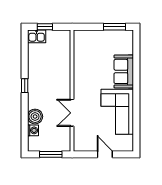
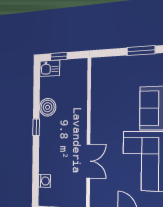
double door: (72, 113) -> (88, 161), swing flipped
boiler: (35, 117) -> (48, 107), moved

